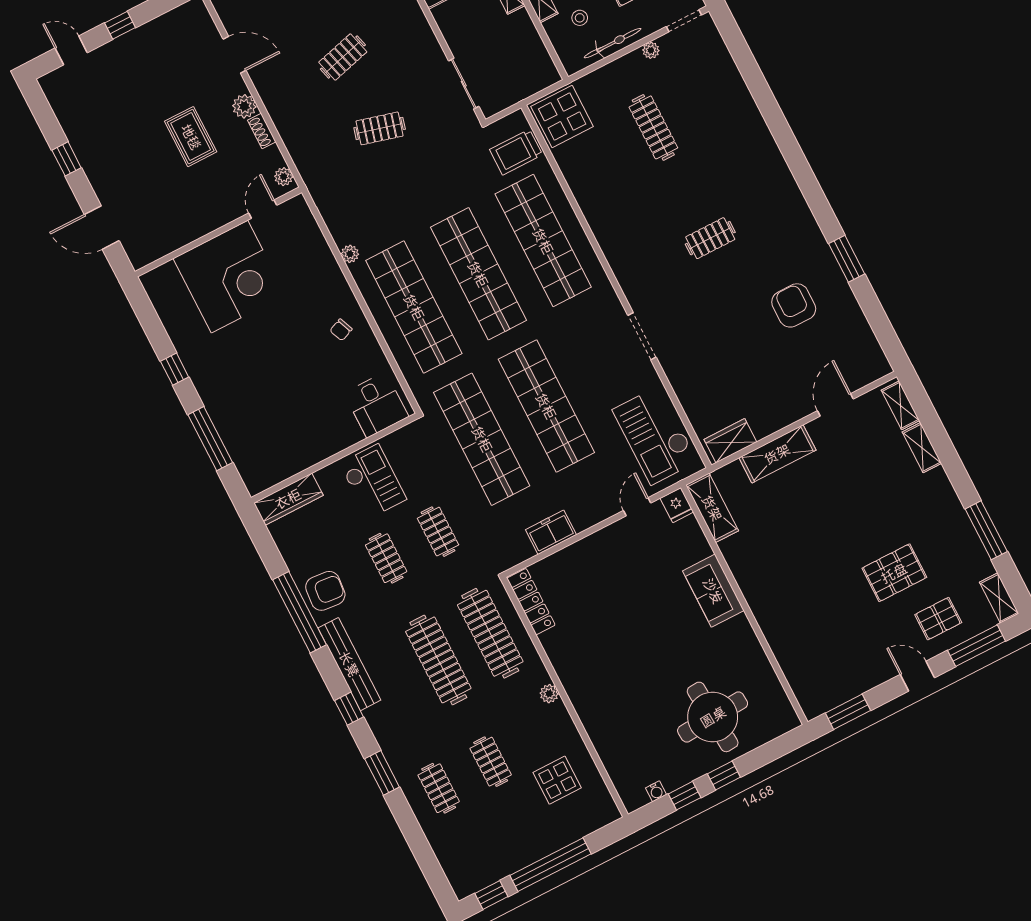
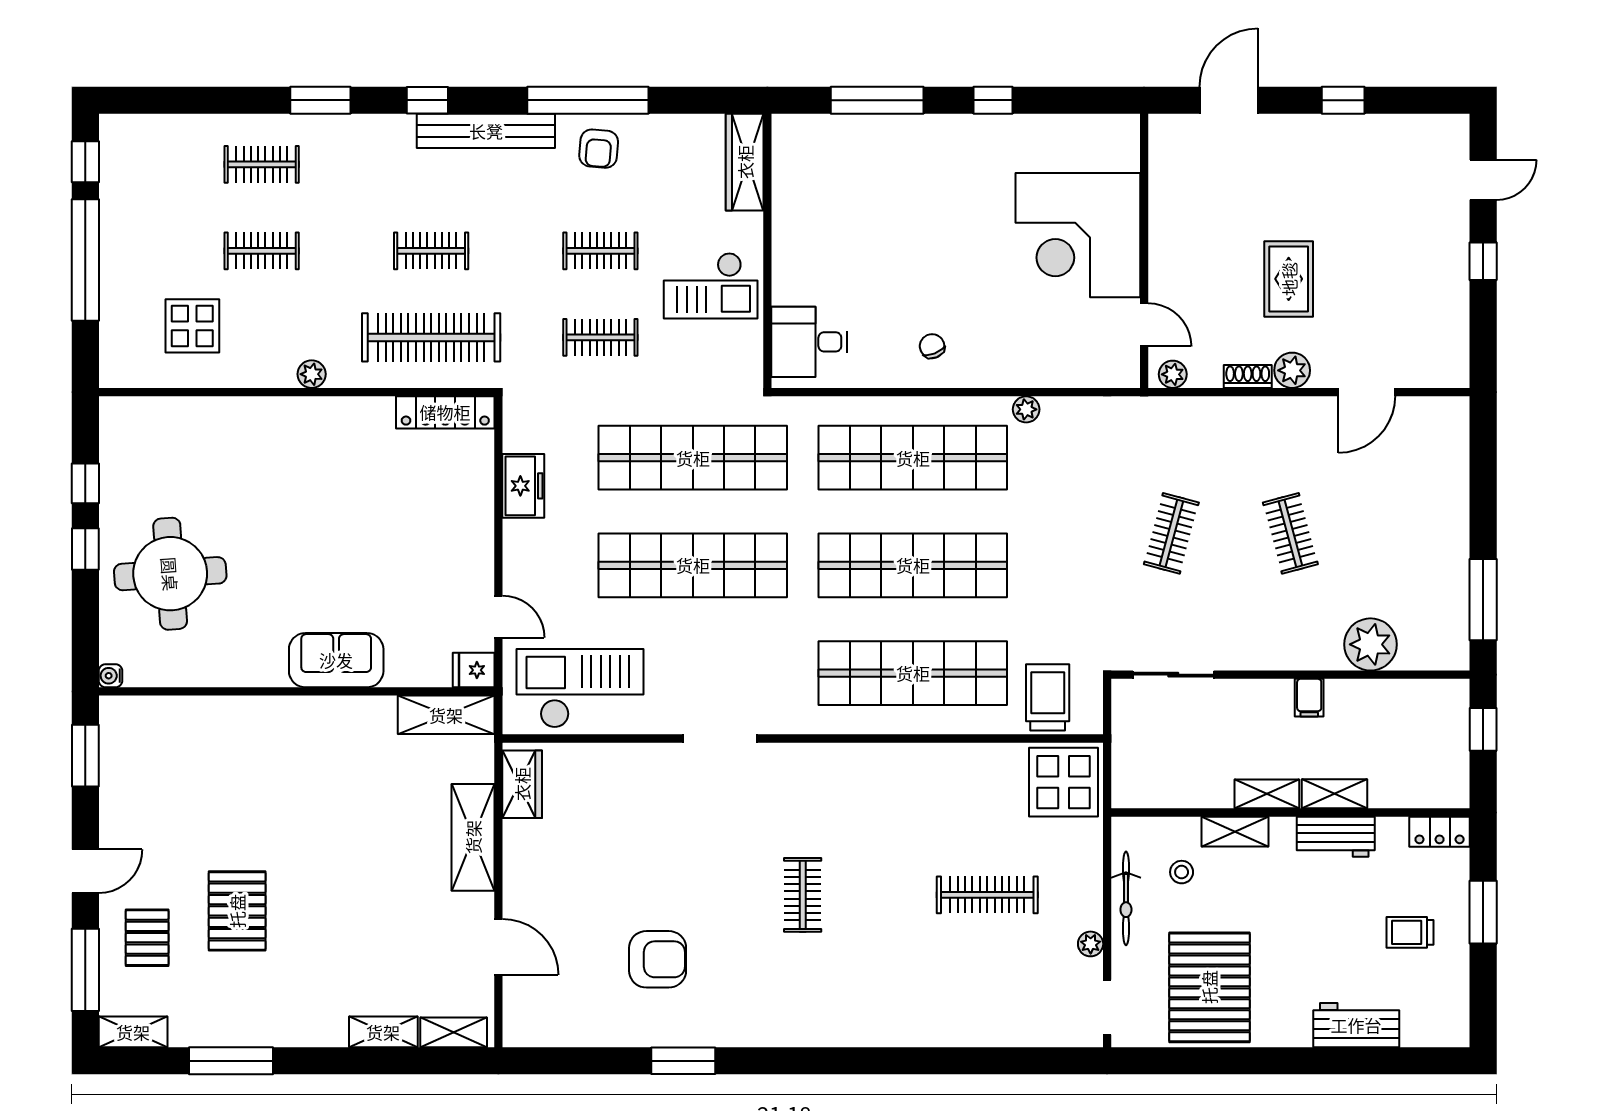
rug: (191, 137) -> (1289, 279), turned 90
armchair: (325, 591) -> (599, 149), width x0.72, depth x0.72
clothes rail: (438, 660) -> (431, 251), width x0.54, depth x0.76
water cooler: (656, 791) -> (111, 676), moved

